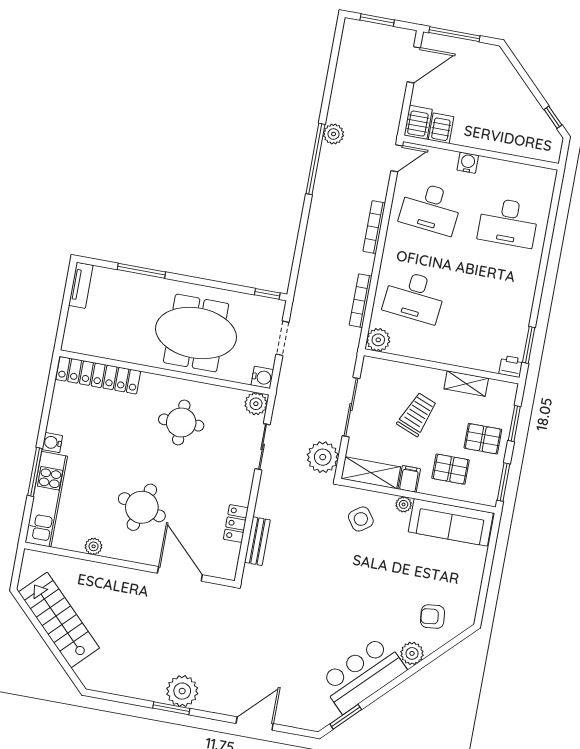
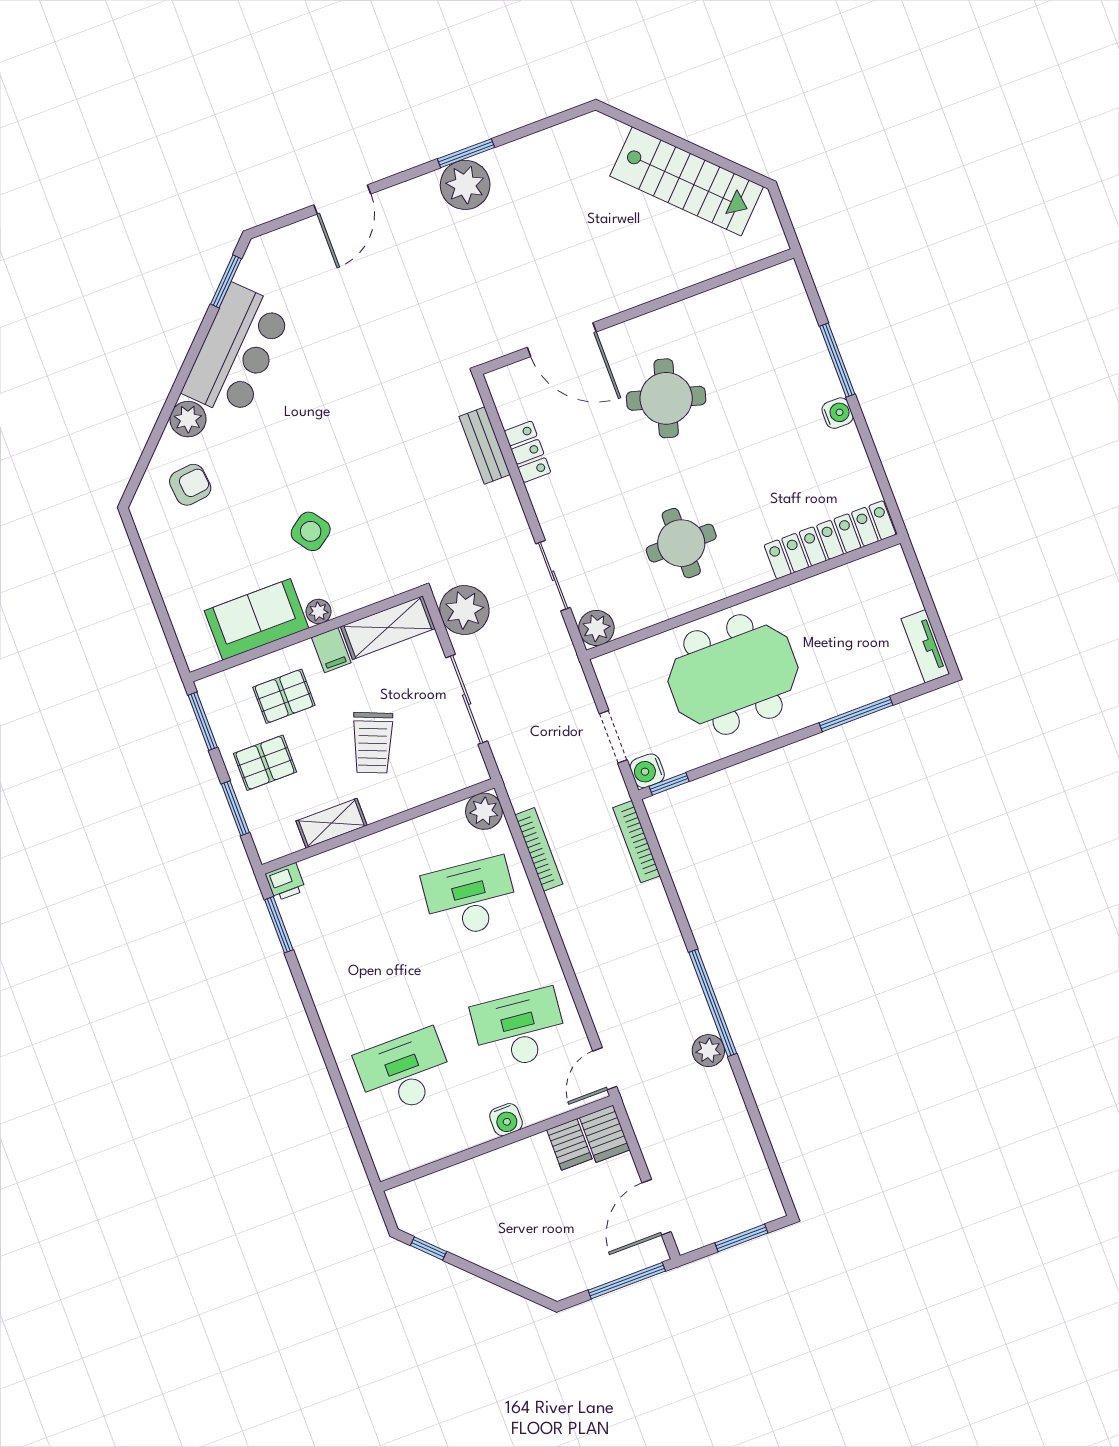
bookcase: (374, 227) -> (636, 842), moved, turned 180
water cooler: (262, 377) -> (647, 771), moved
kitchen unit: (46, 499) -> (800, 333), removed
side table: (361, 519) -> (311, 531), moved
sofa: (451, 522) -> (257, 619), width x0.73
plant: (94, 546) -> (699, 307), removed

